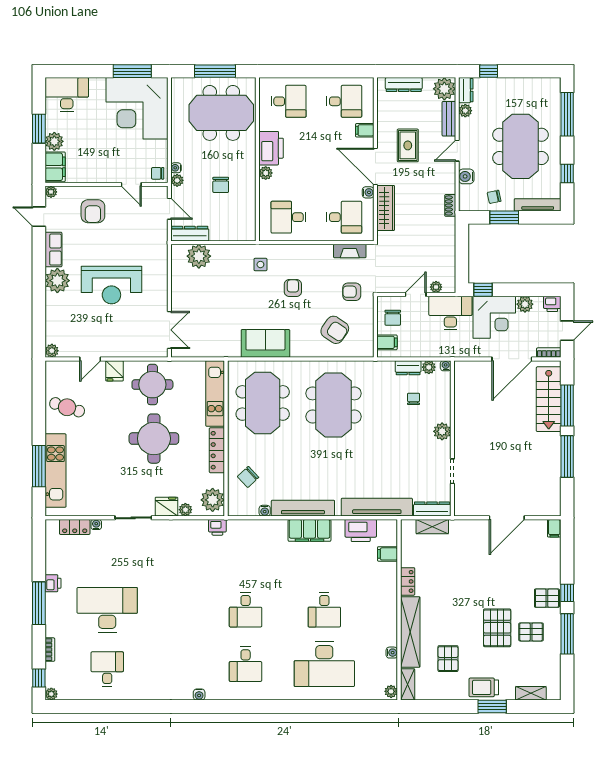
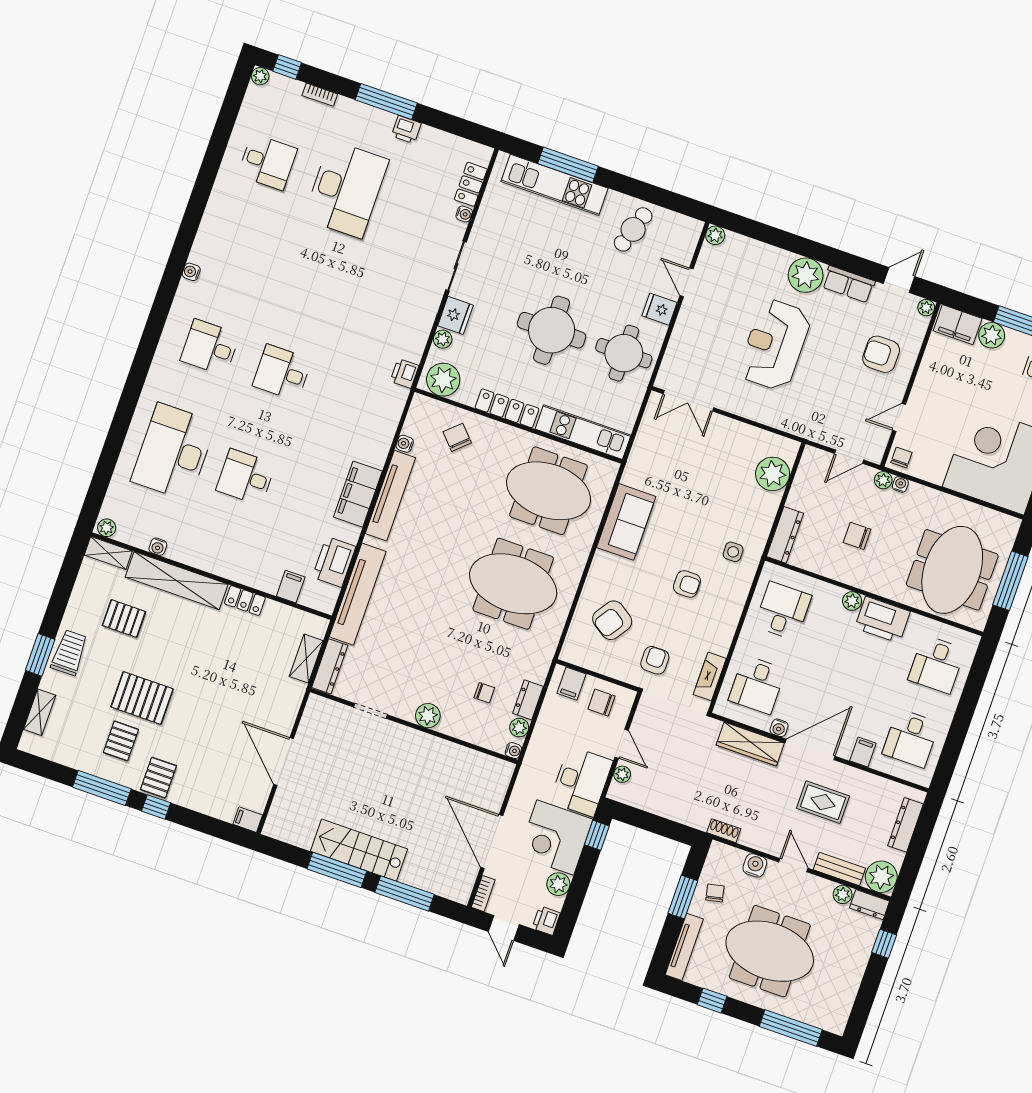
dresser: (190, 234) -> (785, 535), moved
stairs: (549, 399) -> (359, 850), moved

